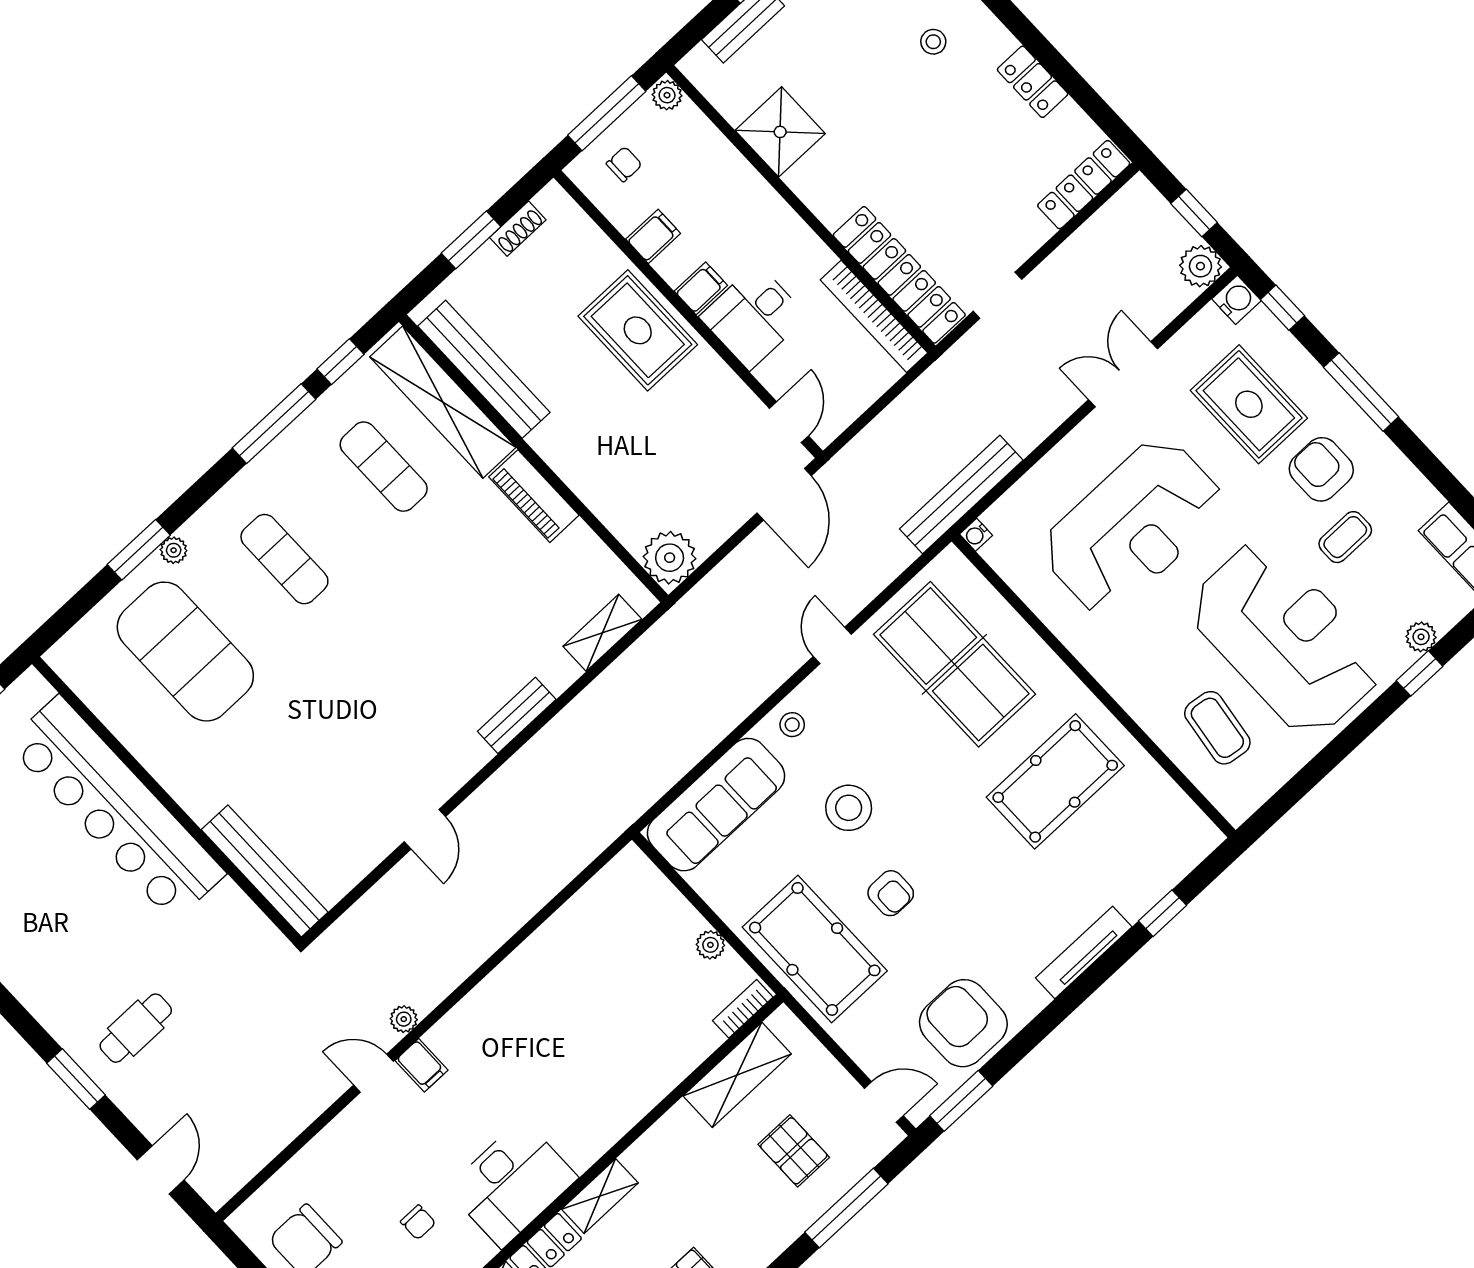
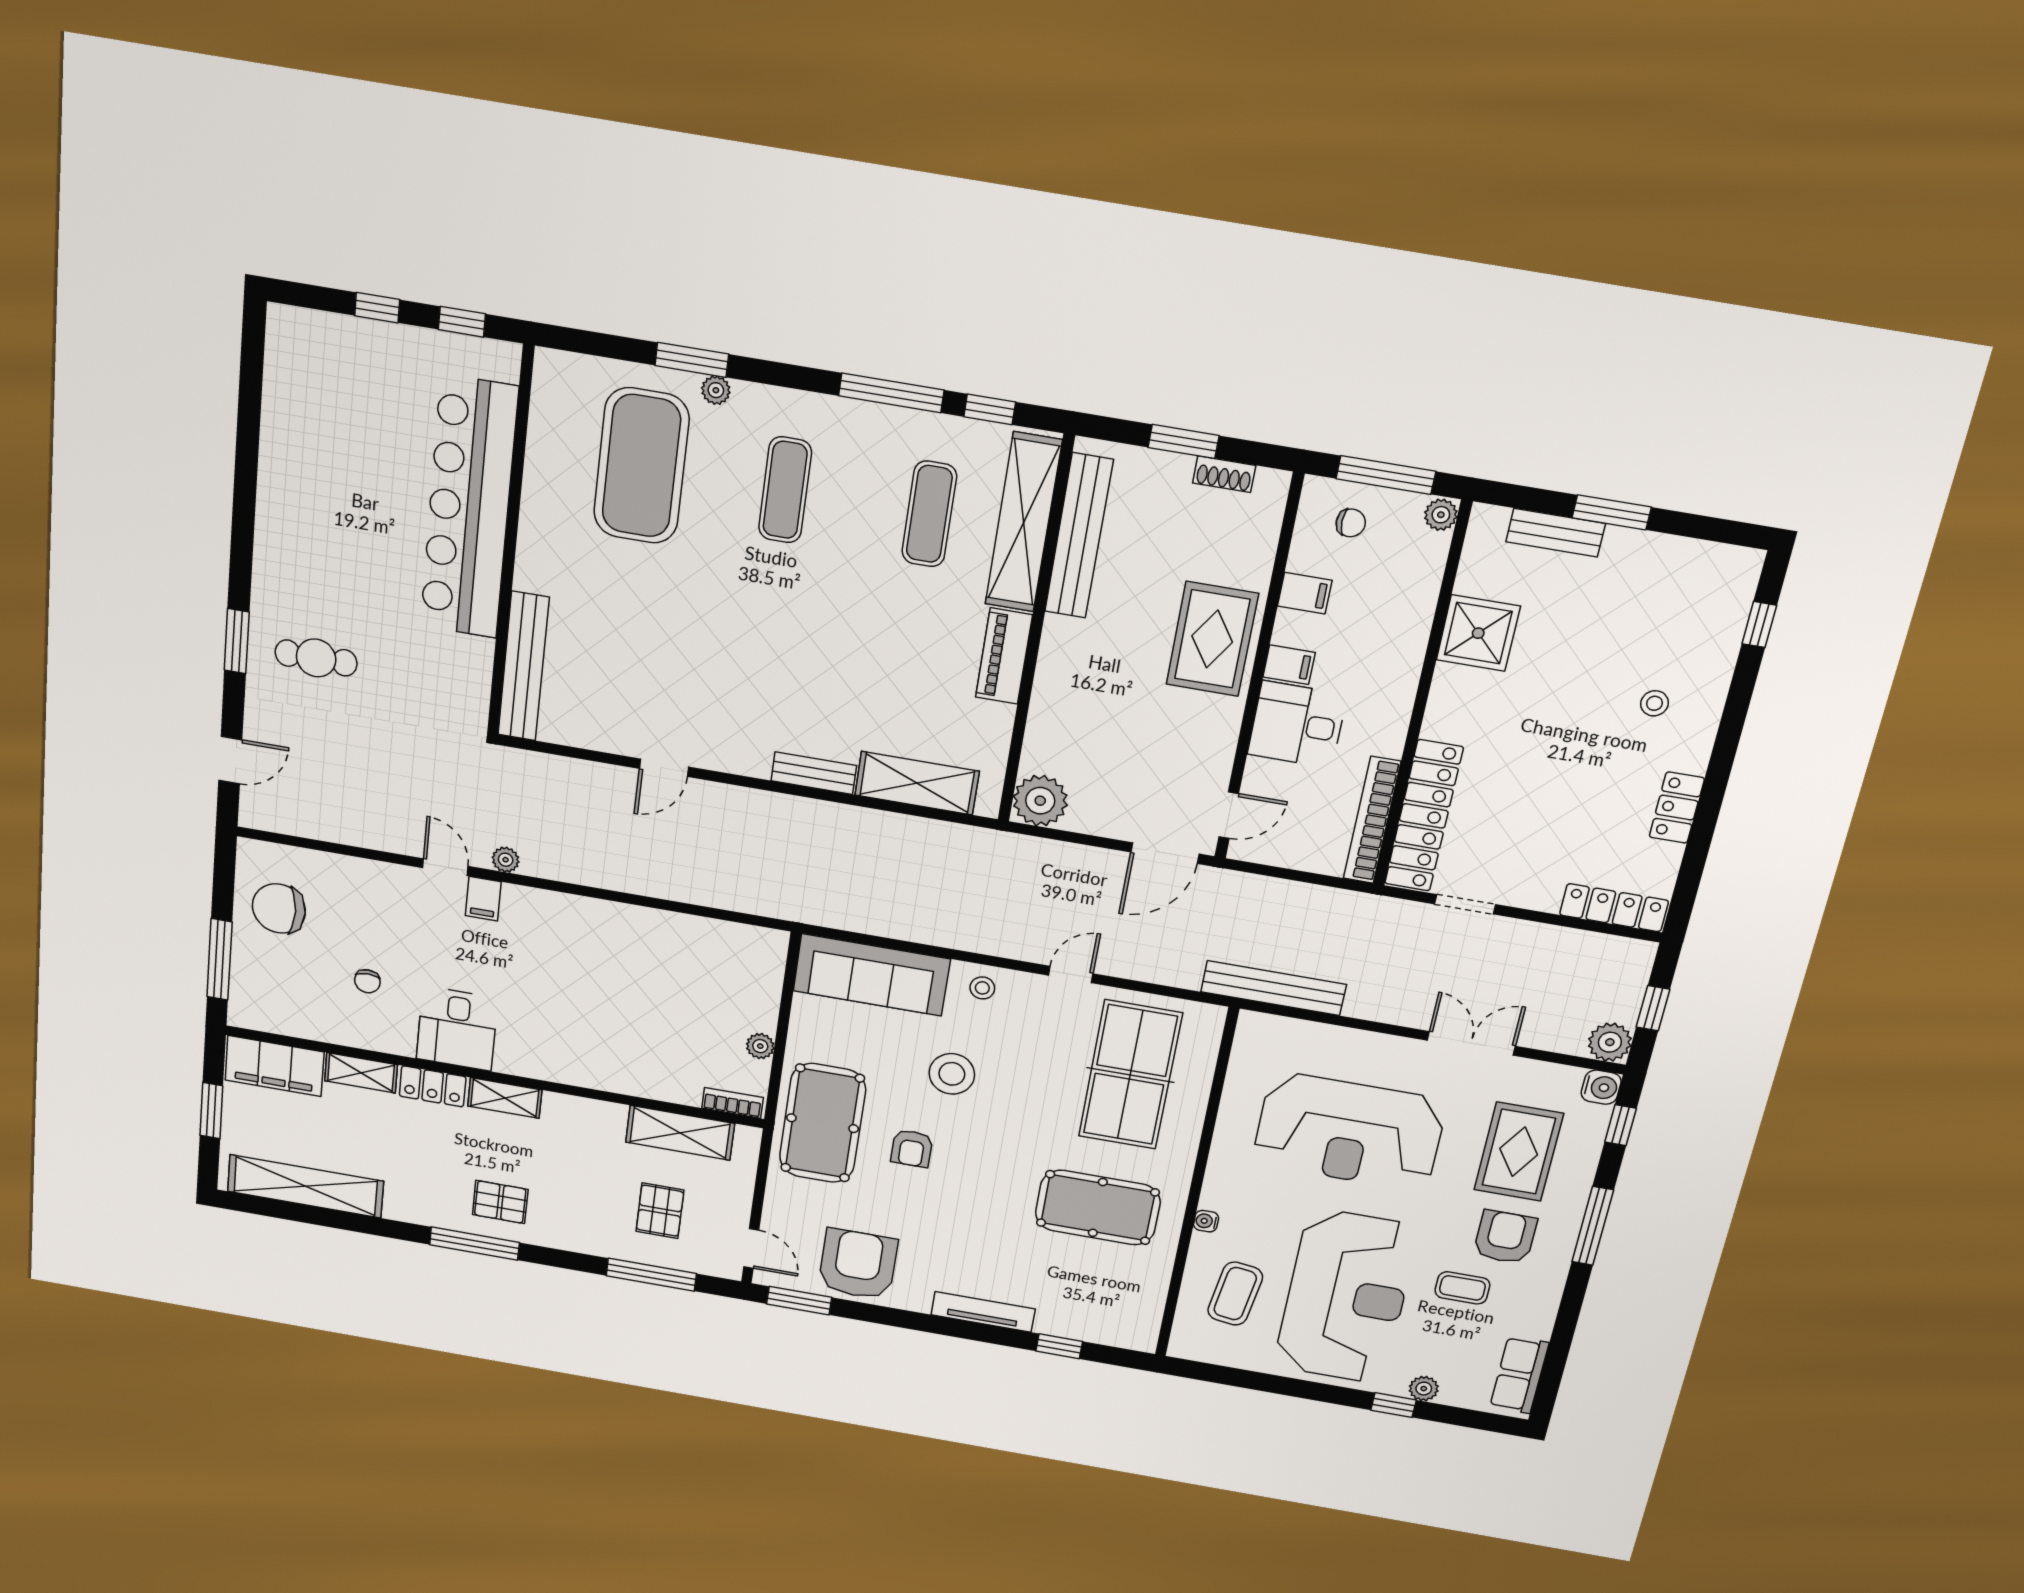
water cooler: (976, 535) -> (1206, 1221), moved
shelving: (602, 633) -> (917, 783), width x1.50, depth x1.33
desk: (512, 1183) -> (457, 1029), width x0.73

